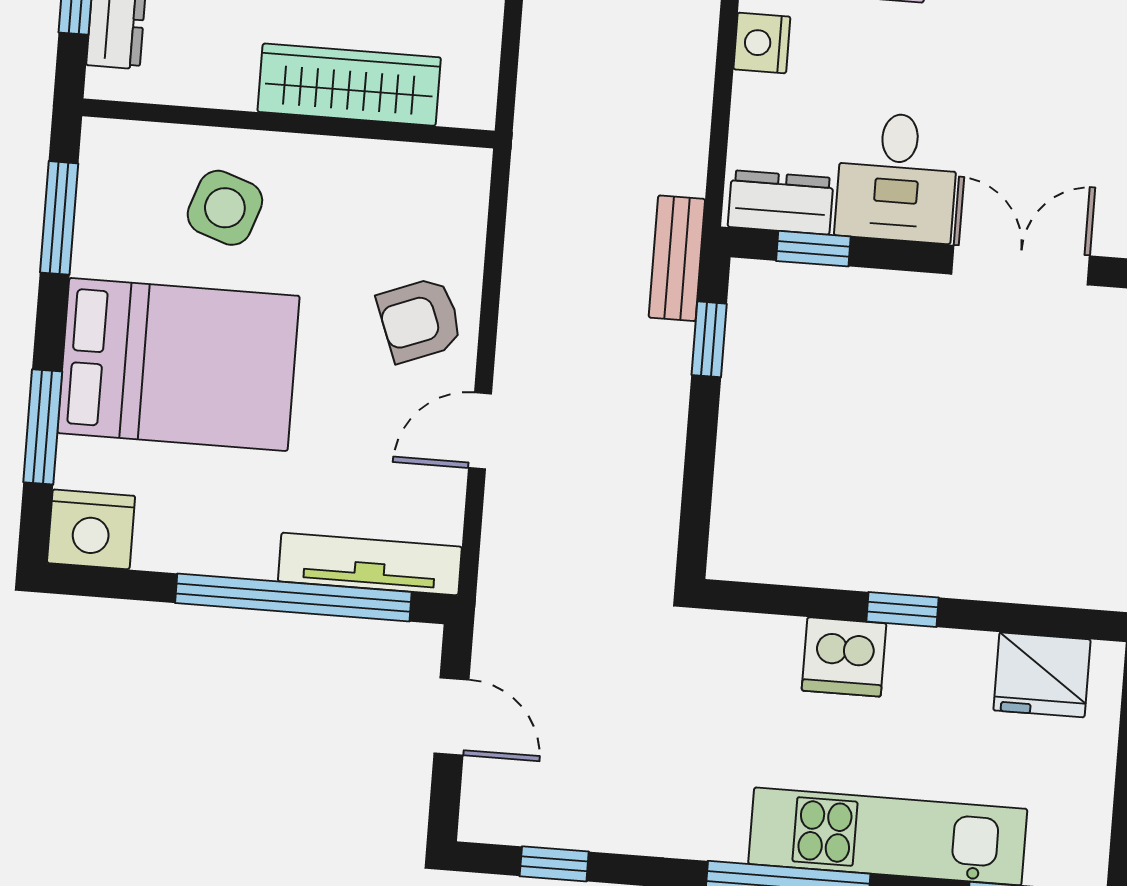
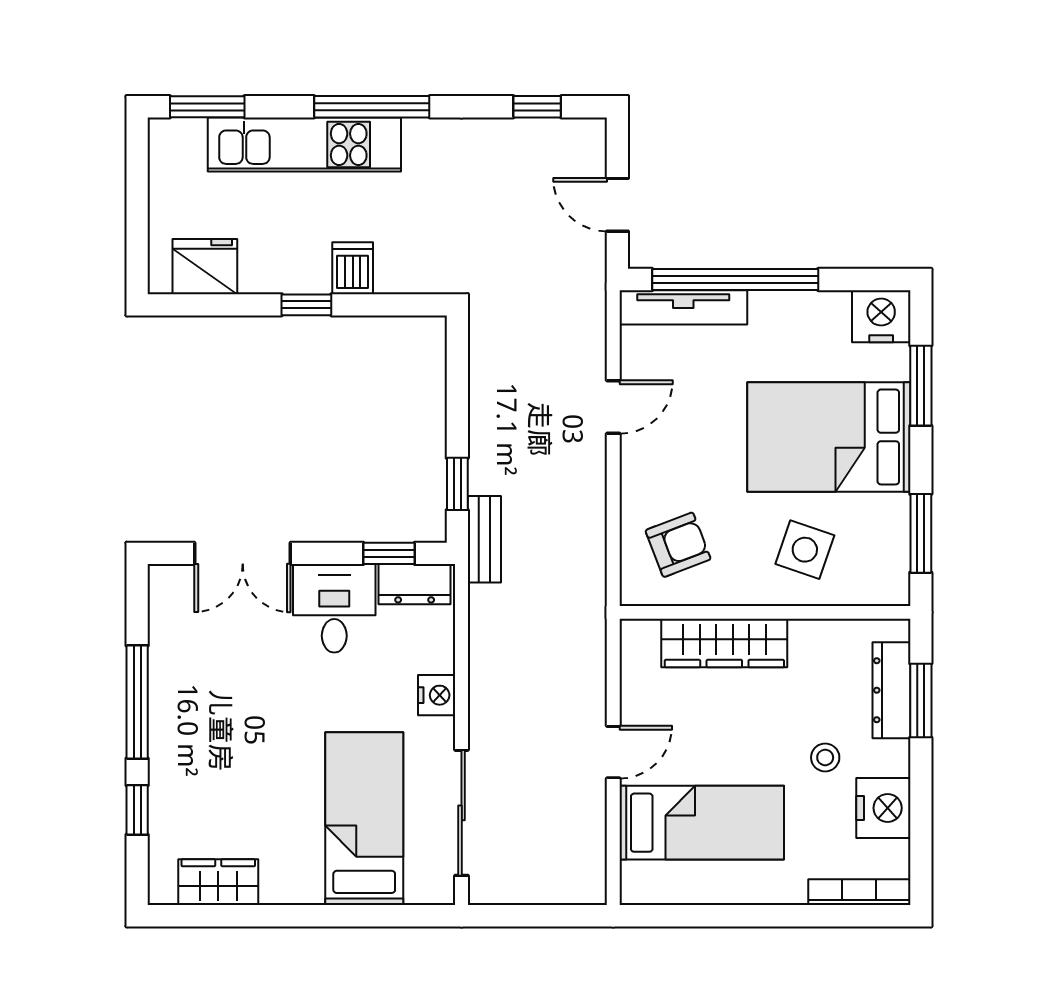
armchair: (420, 320) -> (678, 545), moved
dishwasher: (844, 657) -> (353, 268), width x0.73

